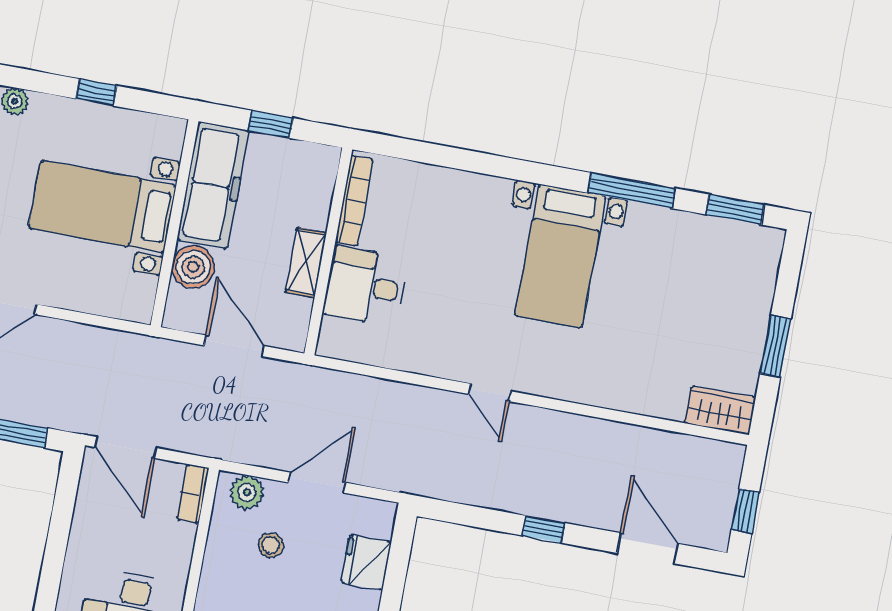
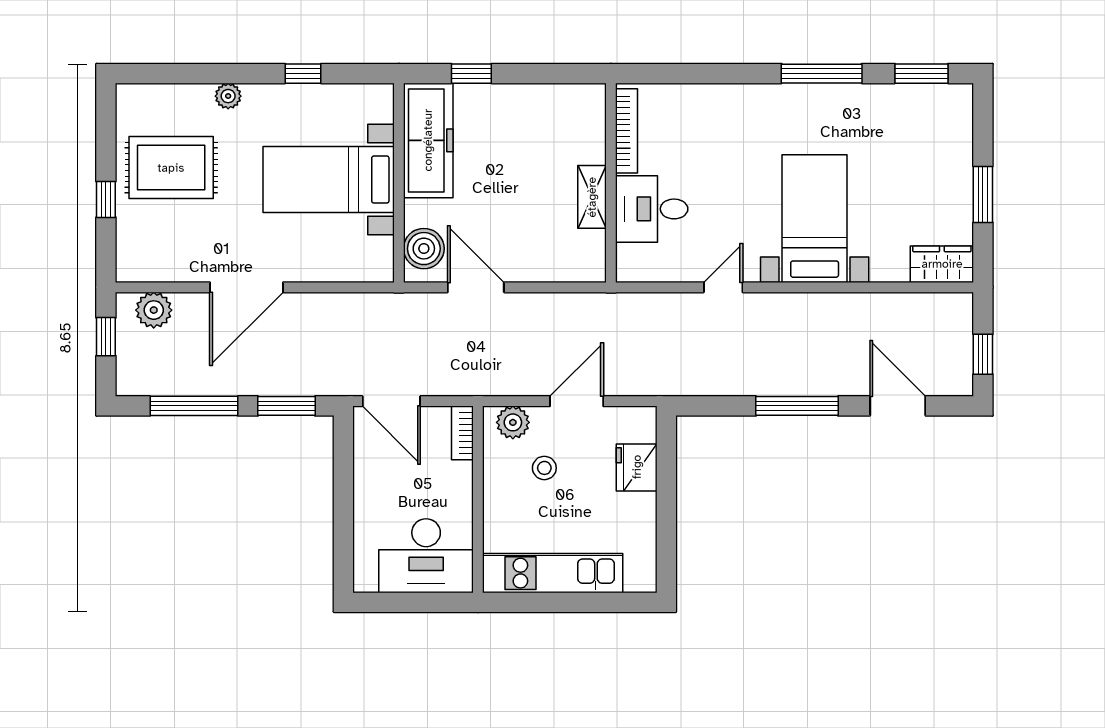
bookcase: (354, 201) -> (627, 131), moved
wall: (328, 251) -> (611, 183), moved
bed with nightstands: (560, 256) -> (815, 219), moved, turned 180
shelving: (306, 262) -> (592, 197), moved
boiler: (193, 267) -> (424, 249), moved
desk: (365, 286) -> (652, 209), moved
door: (490, 393) -> (723, 287), swing flipped
window: (543, 529) -> (797, 406), width x2.17

